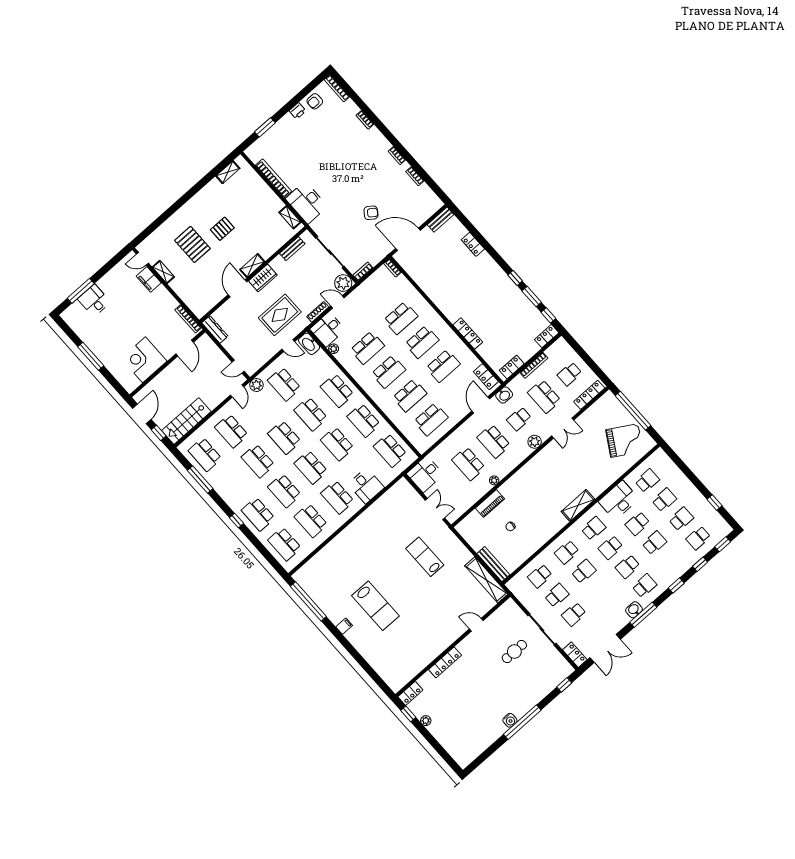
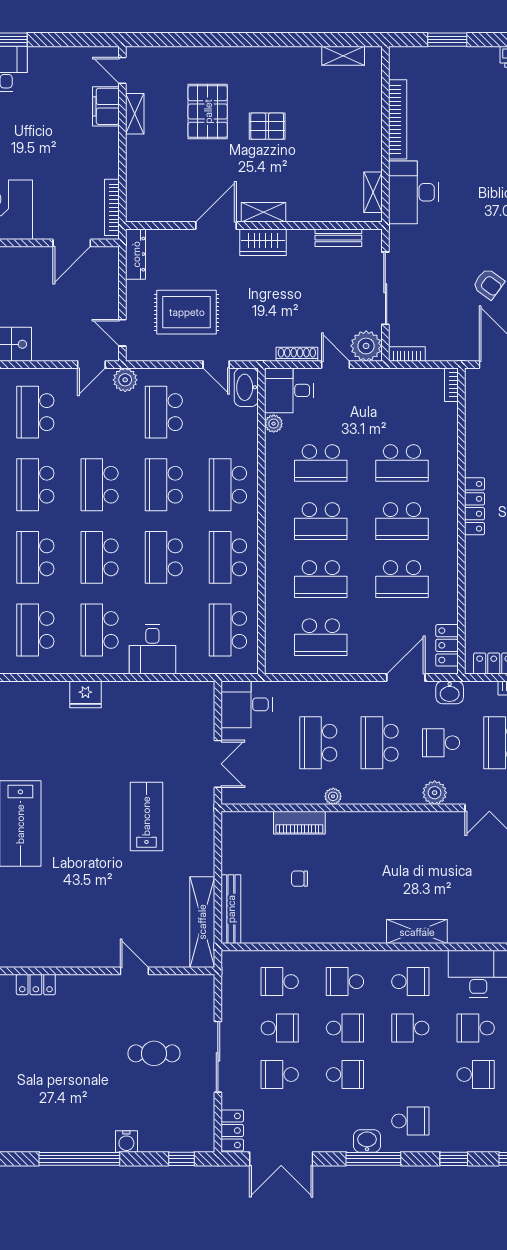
rug: (280, 315) -> (187, 312), moved
locker: (468, 333) -> (475, 506), moved
fridge: (355, 529) -> (85, 694), added
school desk: (628, 567) -> (345, 1075), moved, turned 180
locker: (445, 662) -> (36, 984), width x0.66
water cooler: (510, 720) -> (126, 1141), moved

